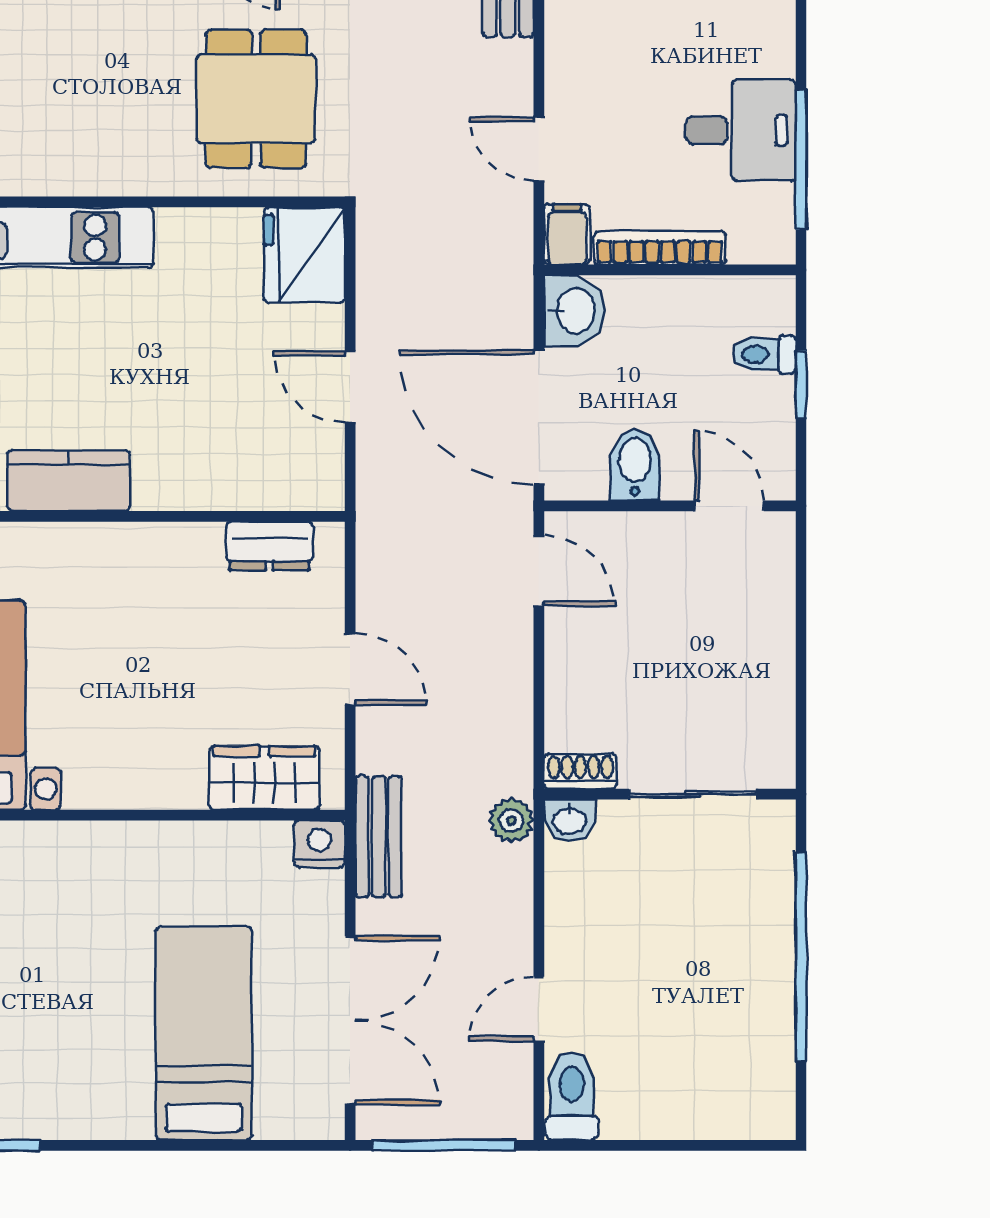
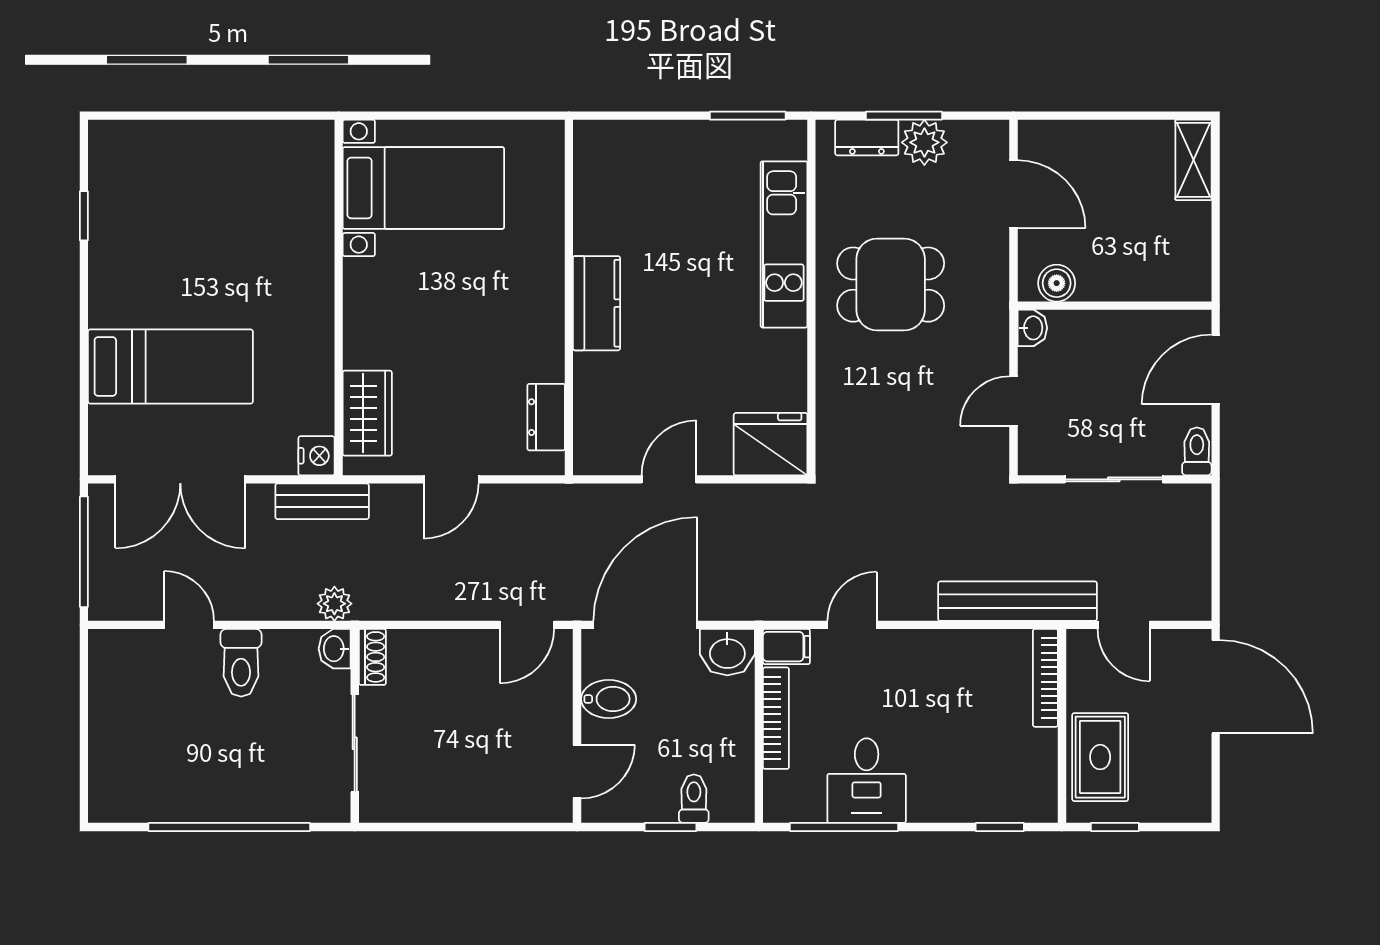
dining table: (256, 99) -> (891, 285), moved
kitchen counter: (68, 481) -> (597, 303), moved
toilet: (572, 1096) -> (241, 663), moved, turned 90

